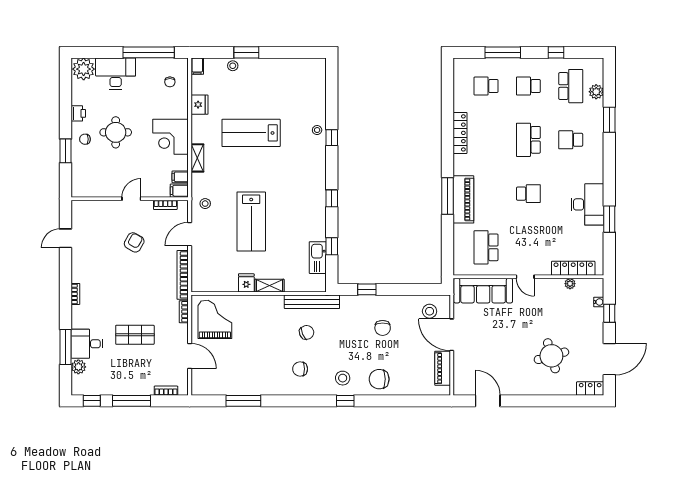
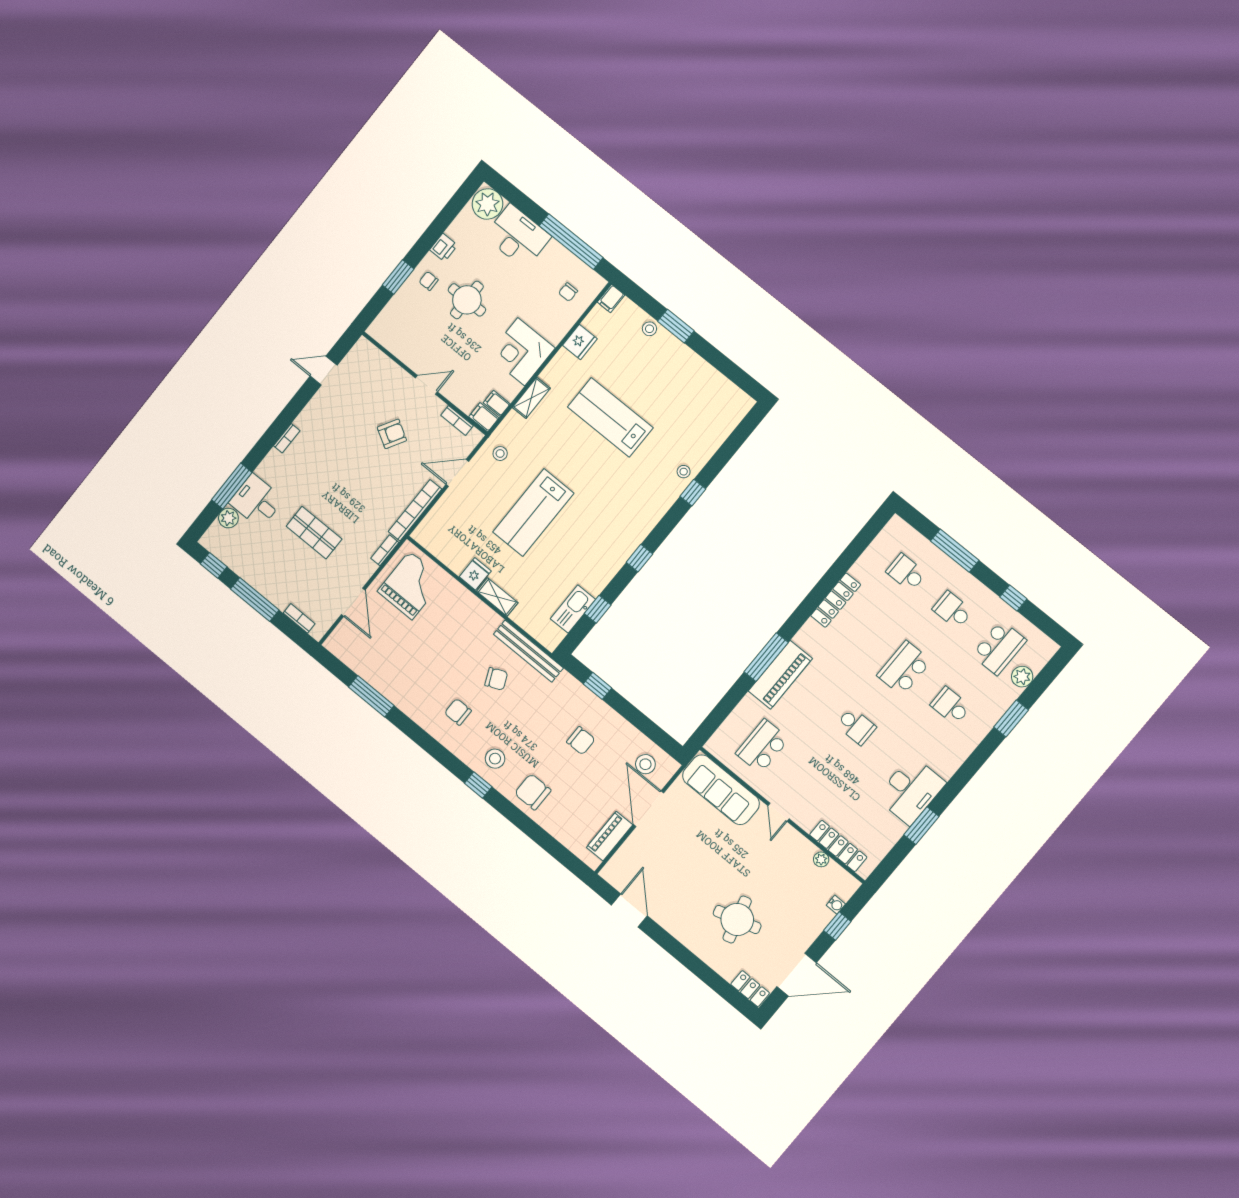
chair: (383, 328) -> (581, 741), turned -90

